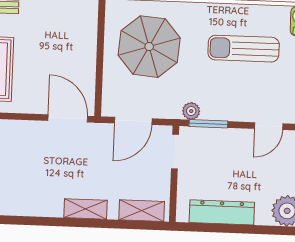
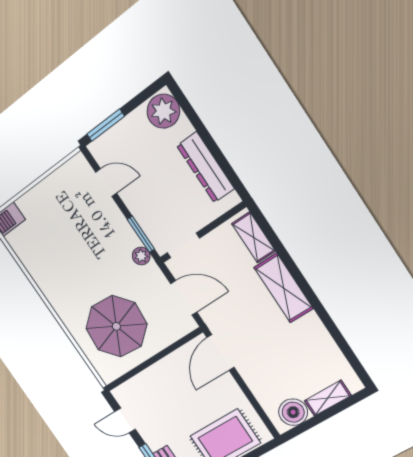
sun lounger: (244, 49) -> (62, 250), removed
shelving: (86, 209) -> (284, 288), width x1.50, depth x1.33

